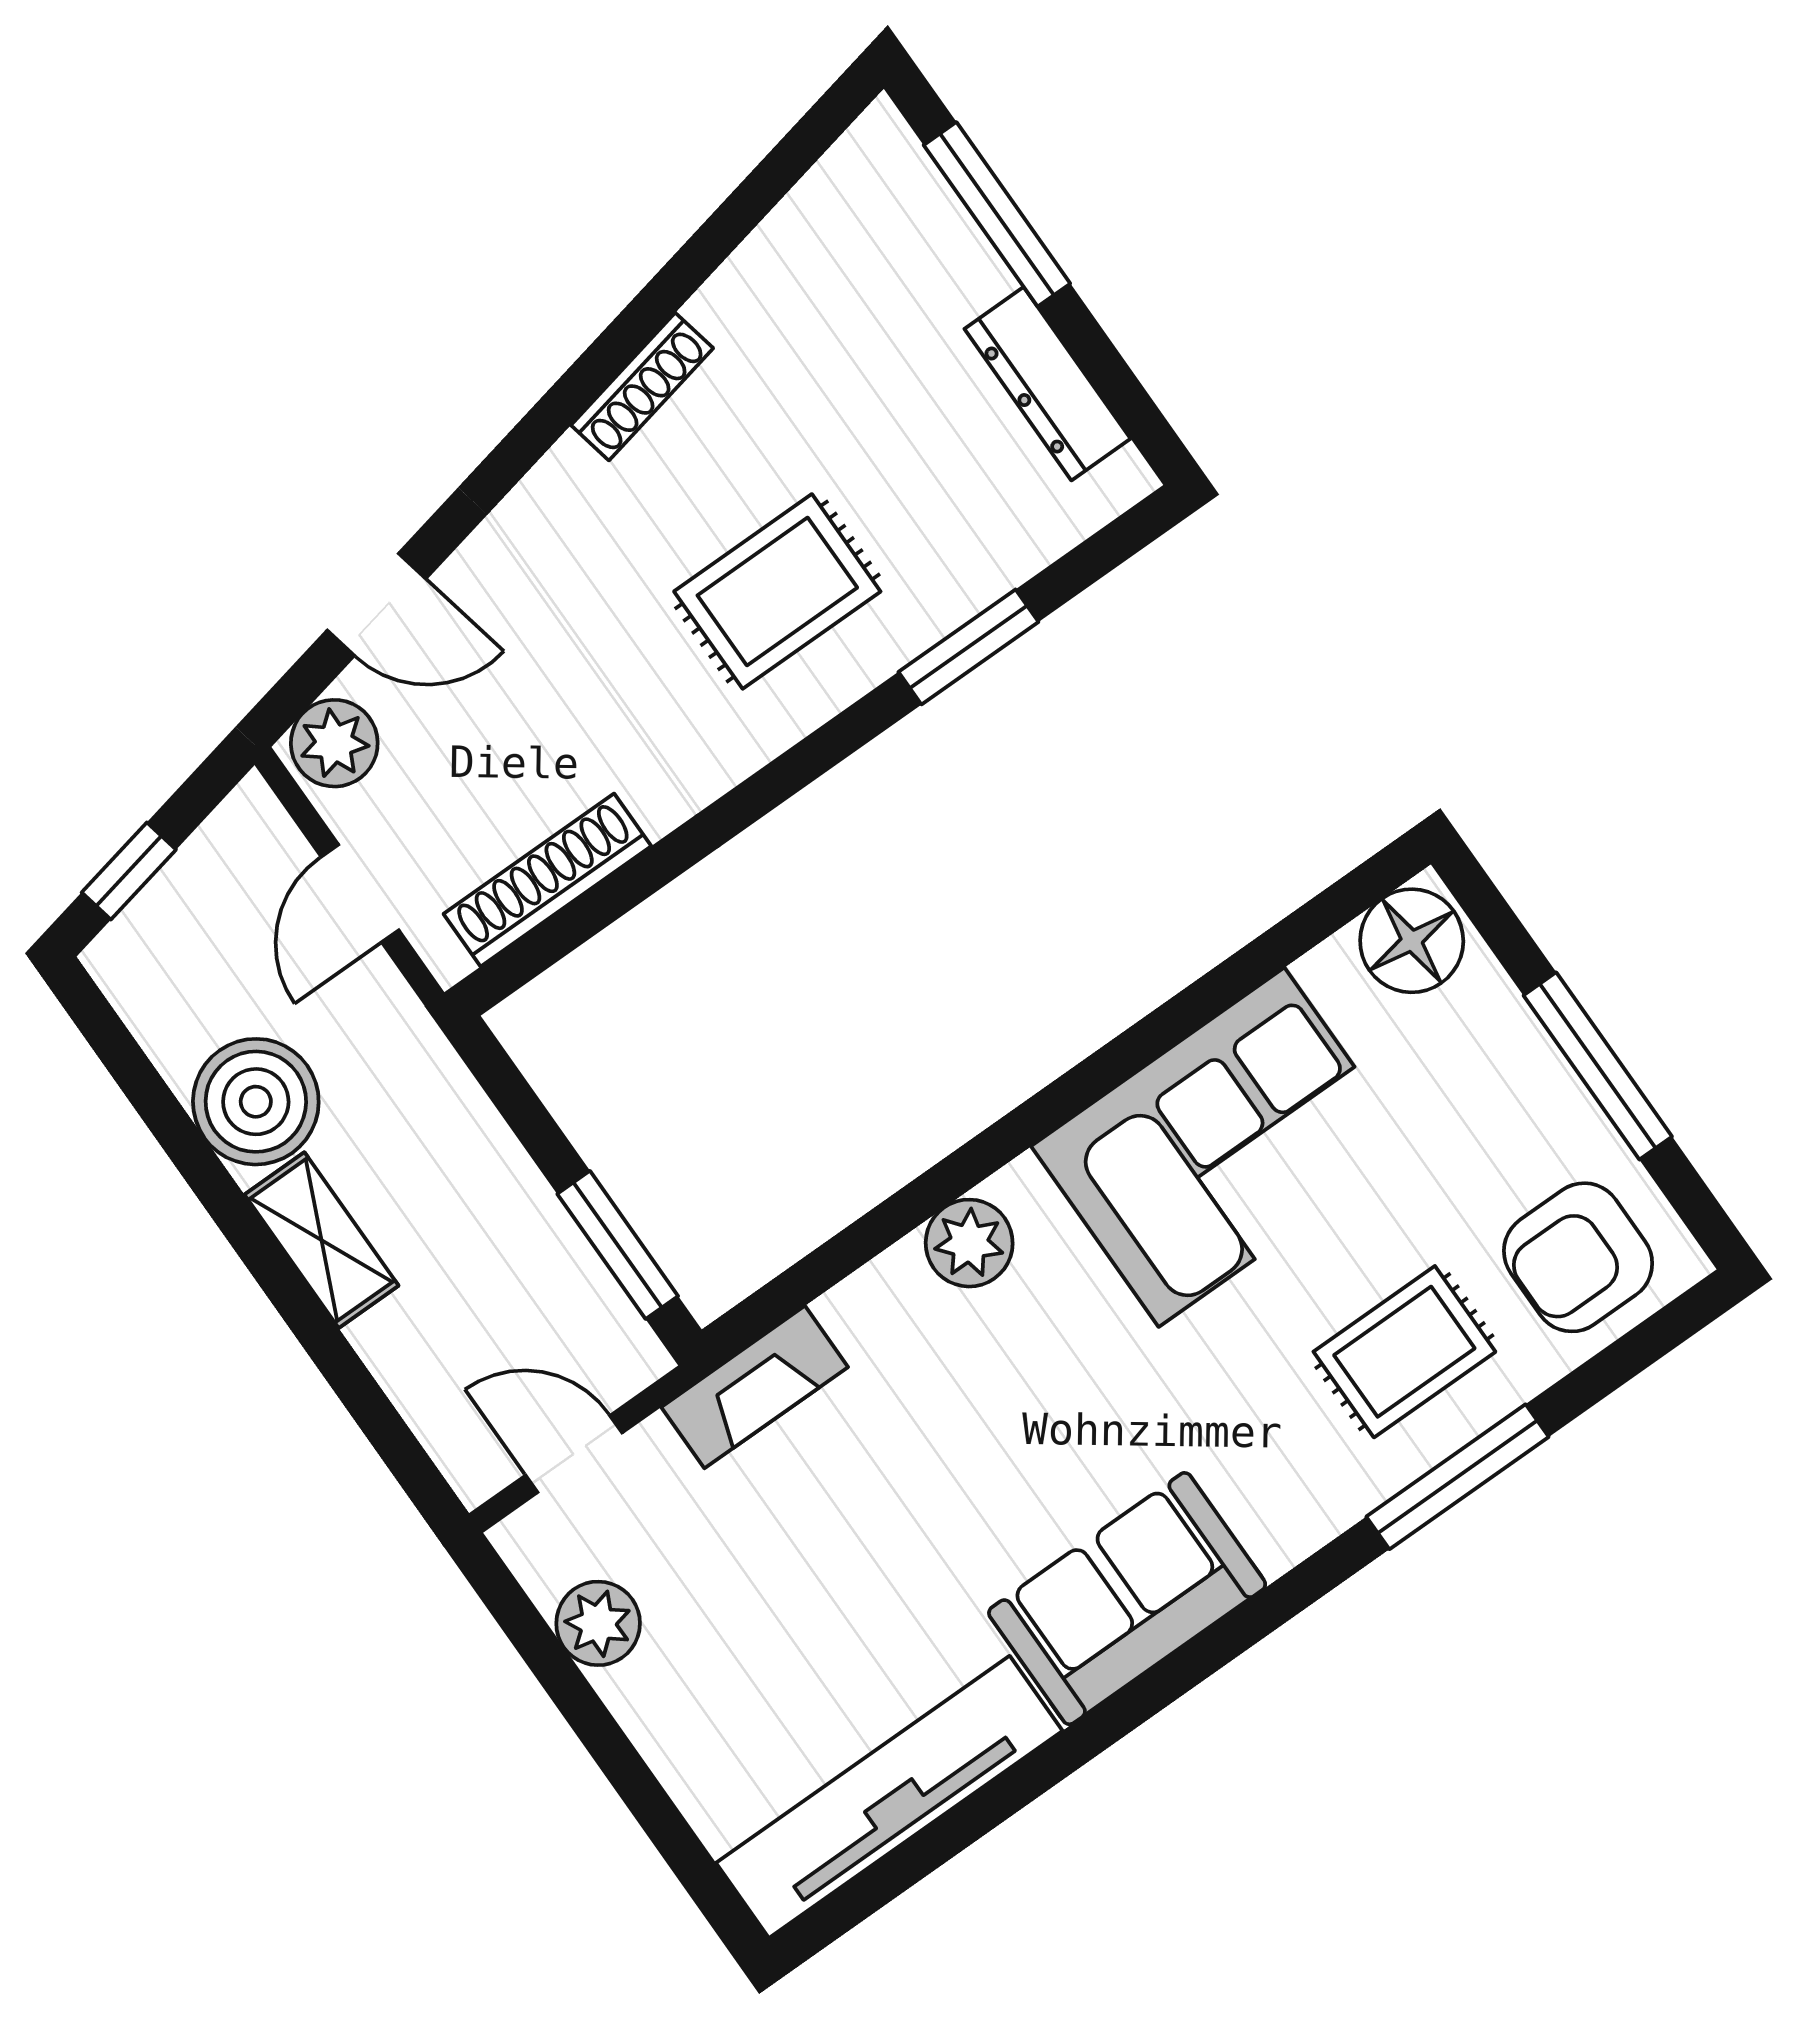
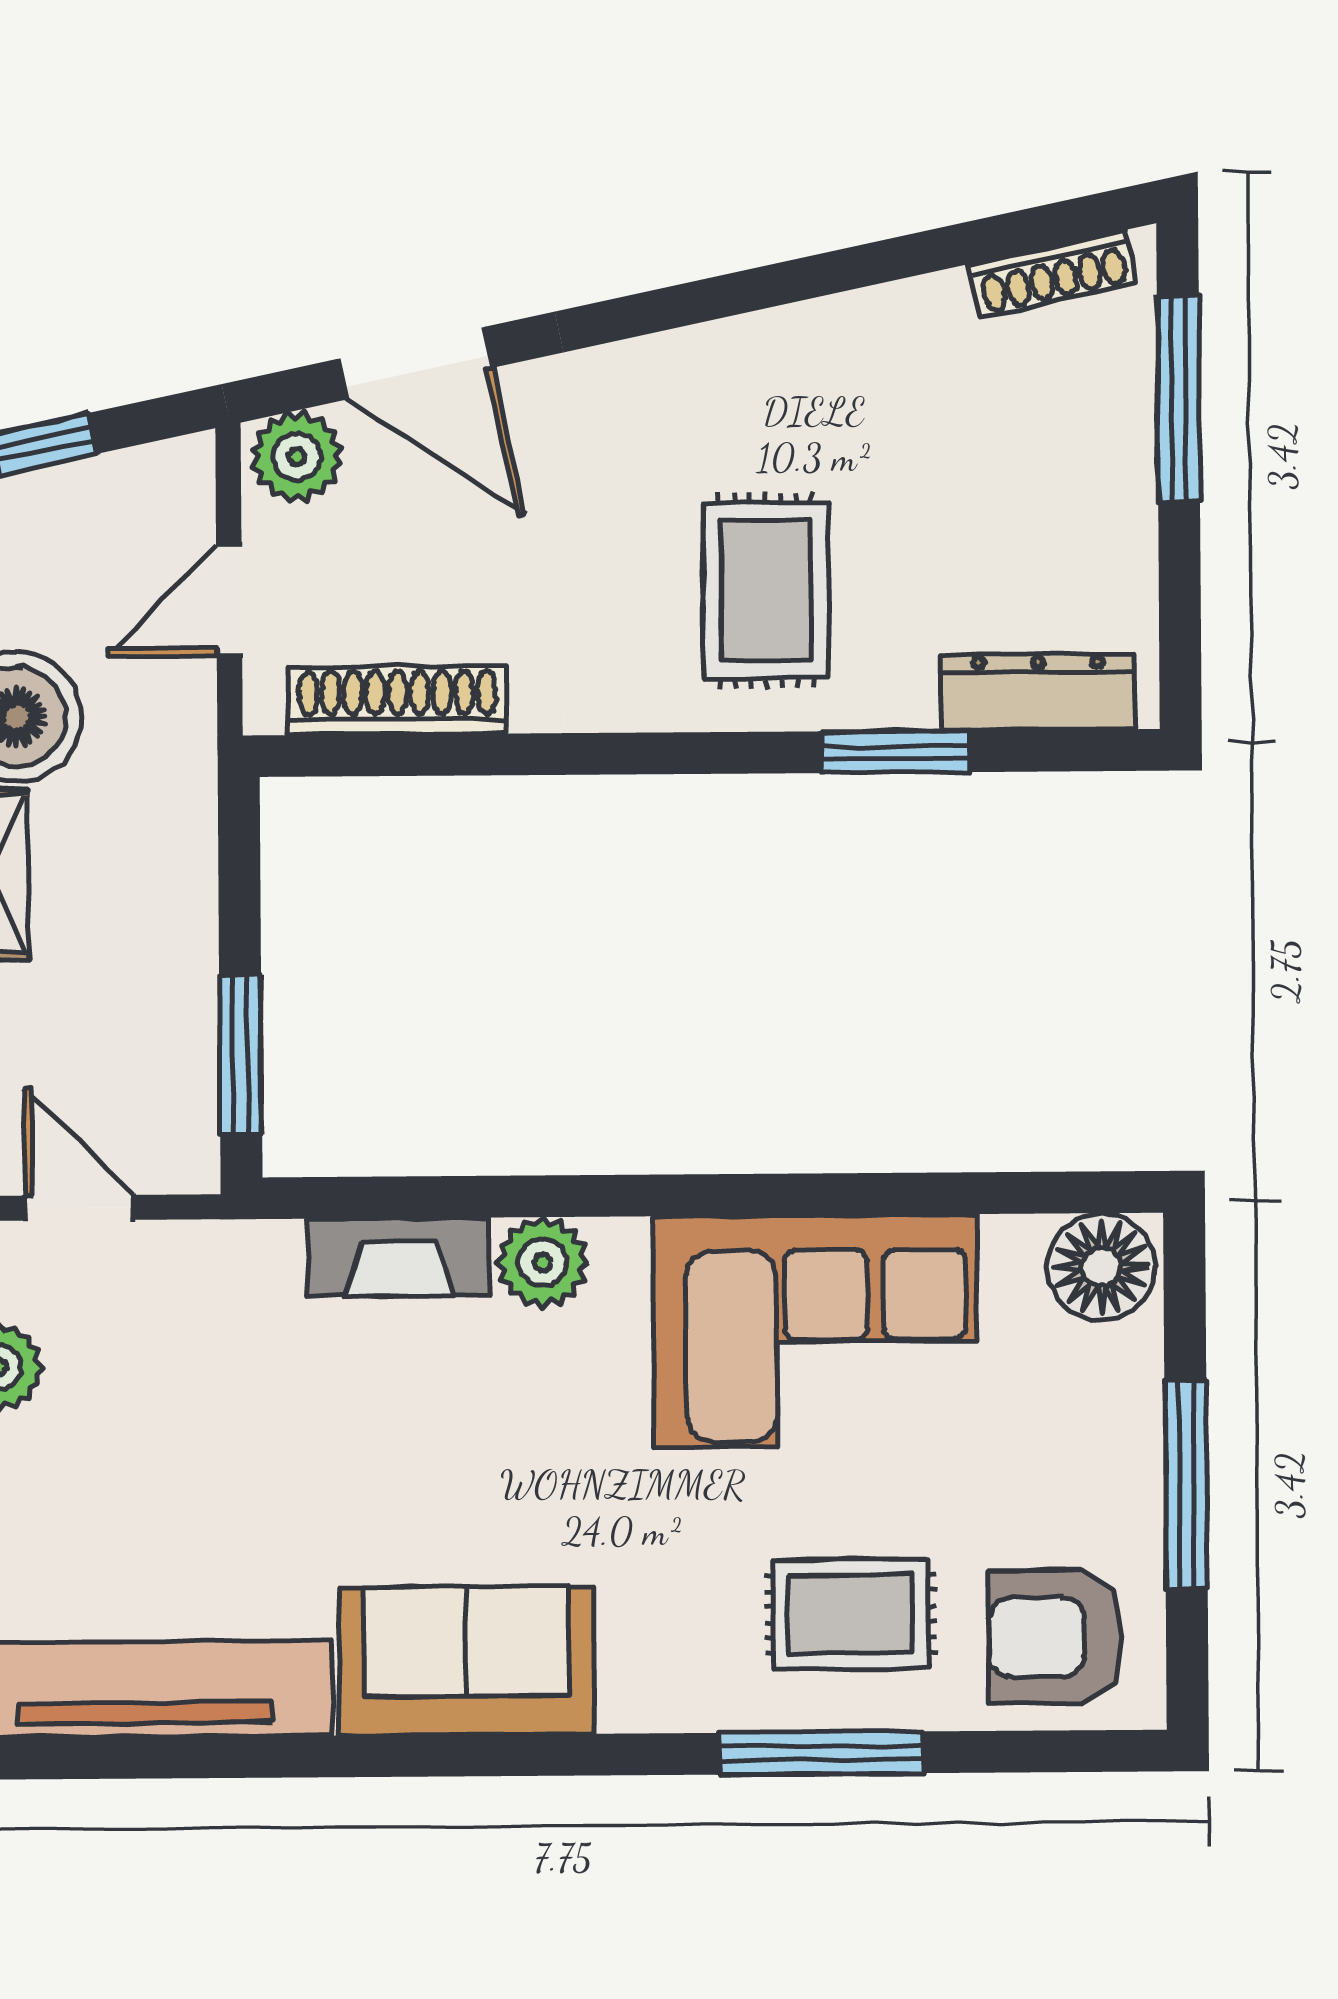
dresser: (1047, 384) -> (1038, 692), moved, turned 90
shoe rack: (642, 387) -> (1053, 274), moved
rug: (777, 591) -> (766, 591), turned 90
door: (377, 604) -> (415, 363), width x1.38
fireplace: (755, 1387) -> (399, 1257), moved

